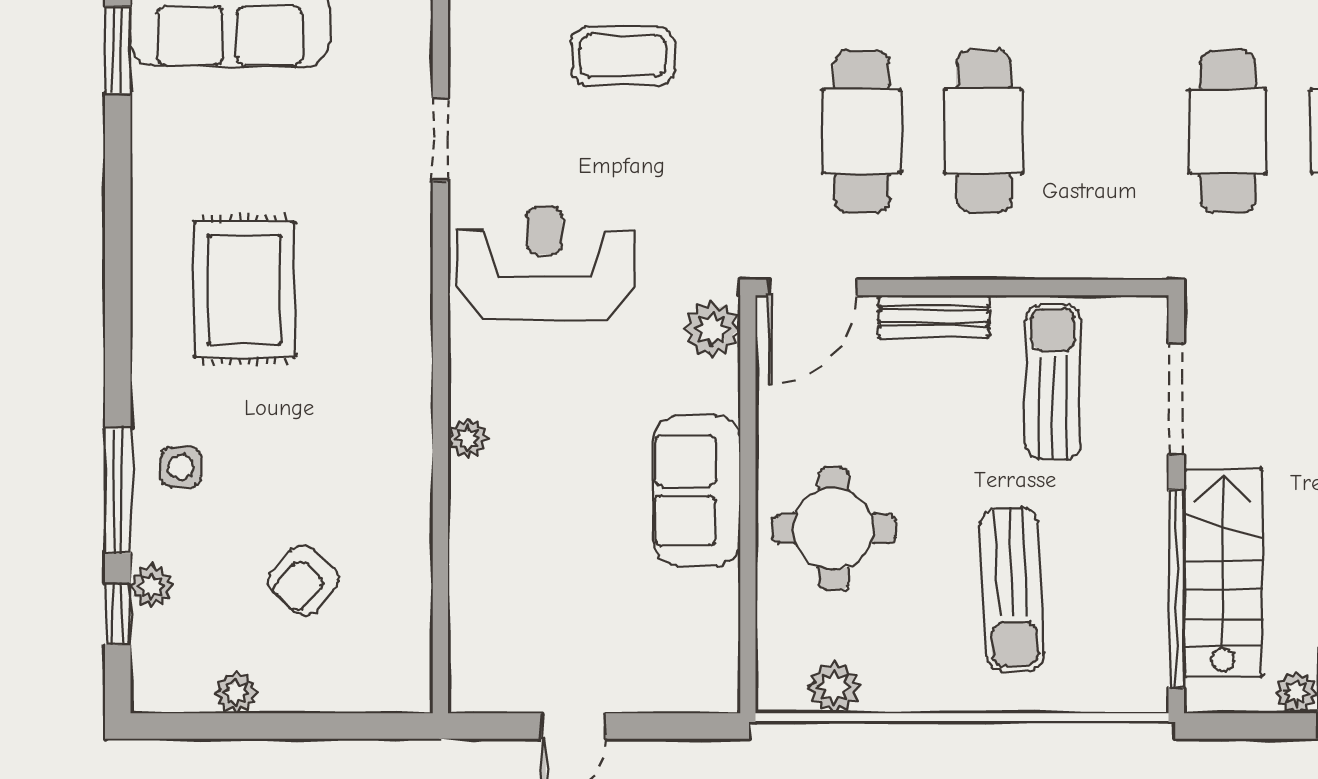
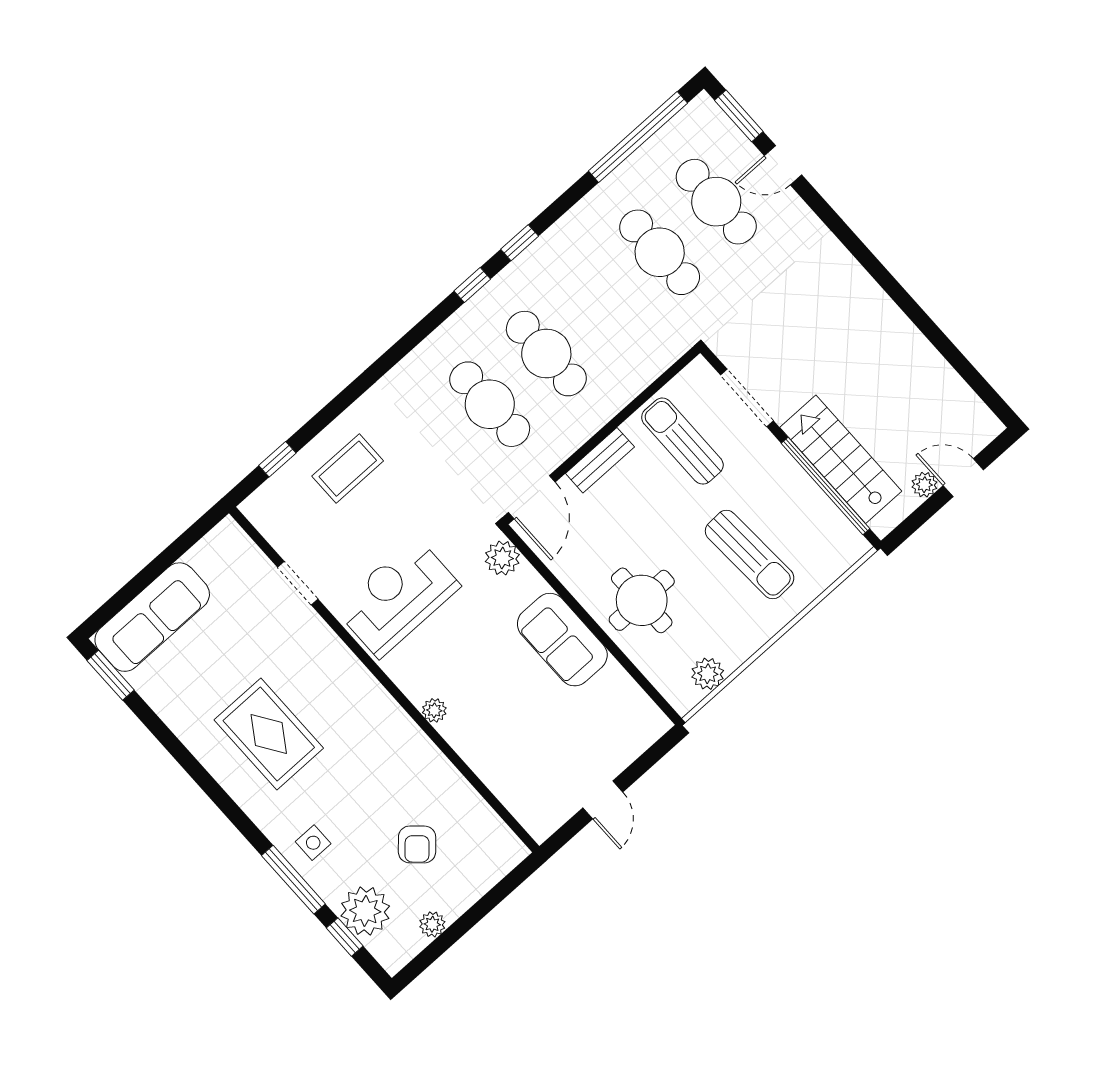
plant: (152, 586) -> (365, 911), width x1.87, depth x1.87

